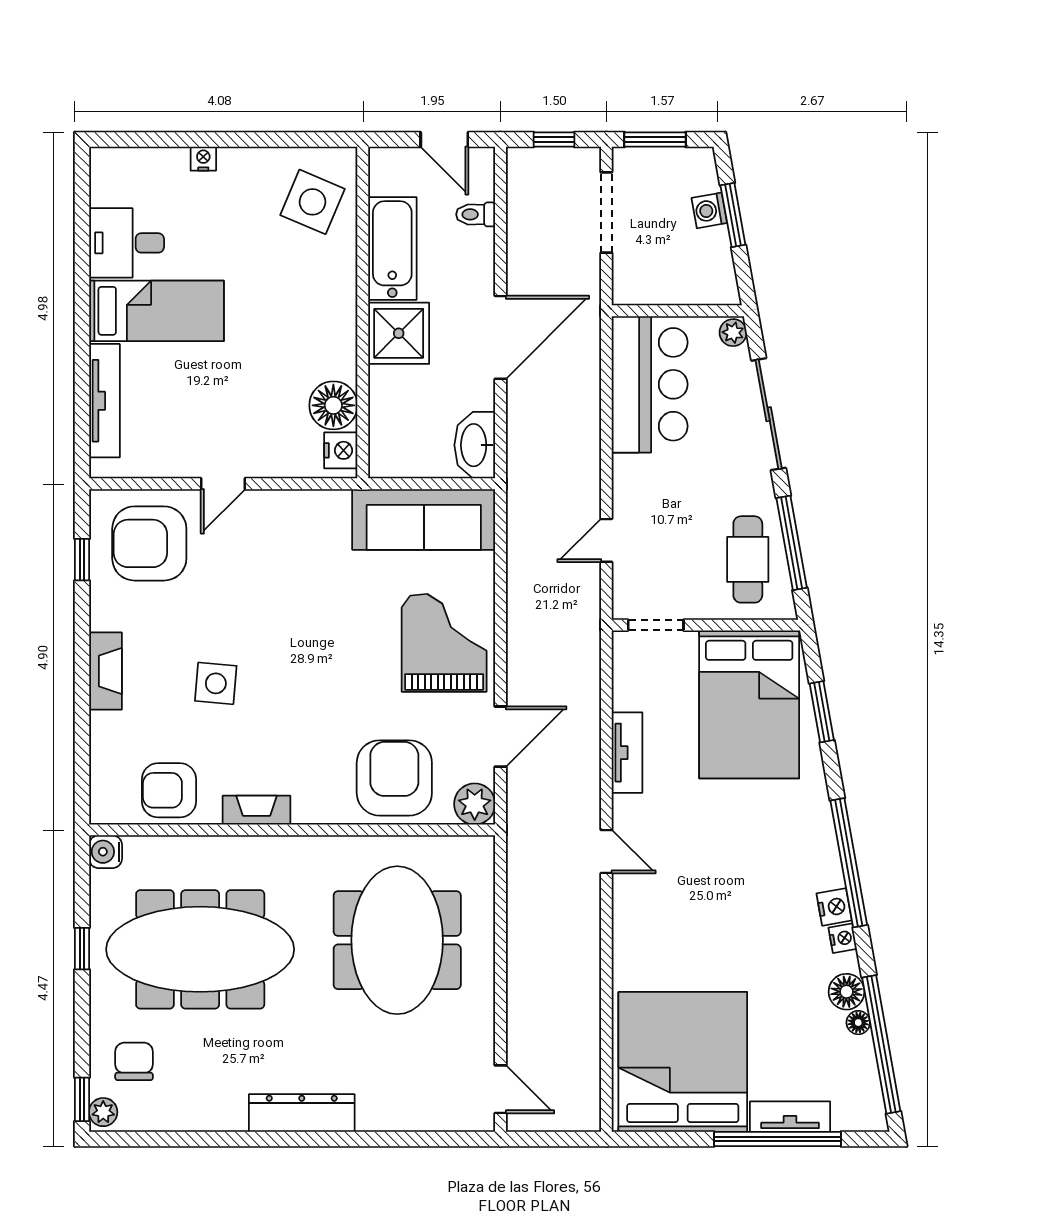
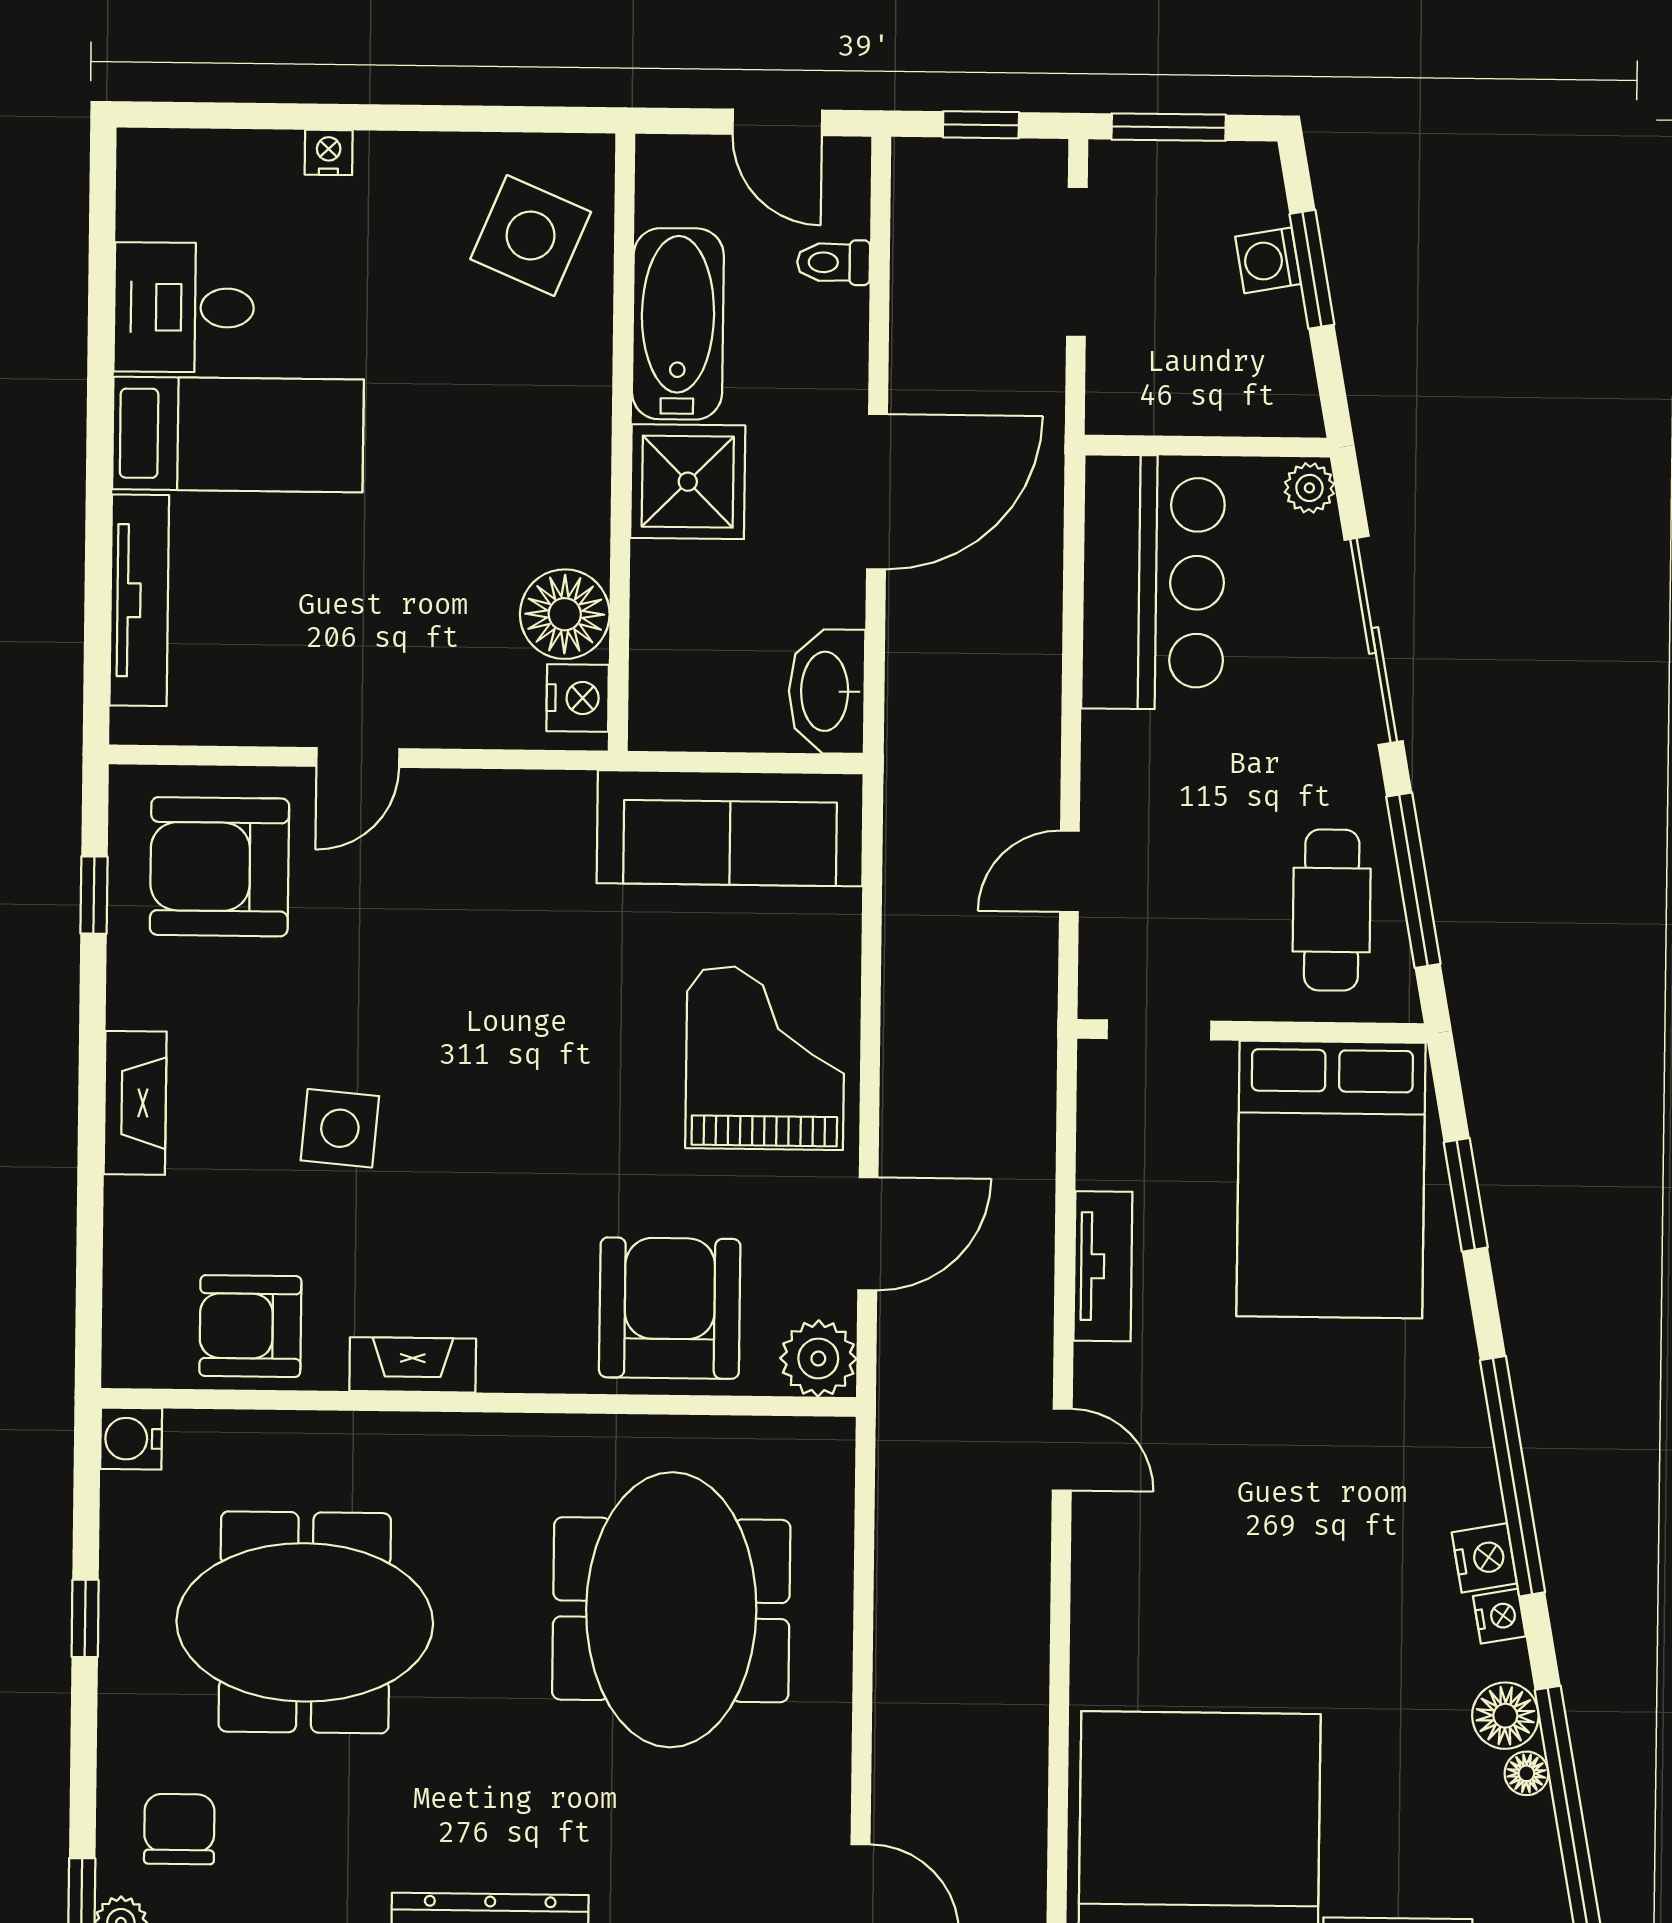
meeting table: (200, 949) -> (305, 1622), width x0.73

